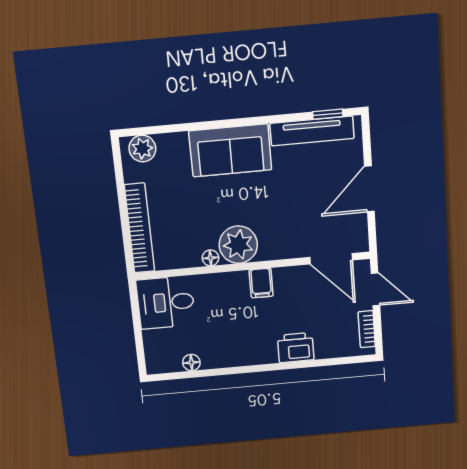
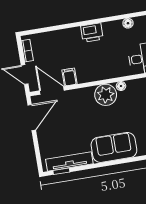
door: (369, 189) -> (32, 118), moved
filing cabinet: (261, 283) -> (70, 77), moved
printer: (296, 348) -> (92, 33), moved

